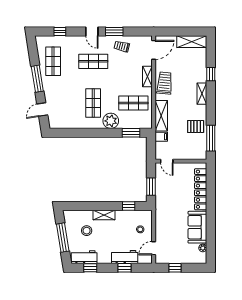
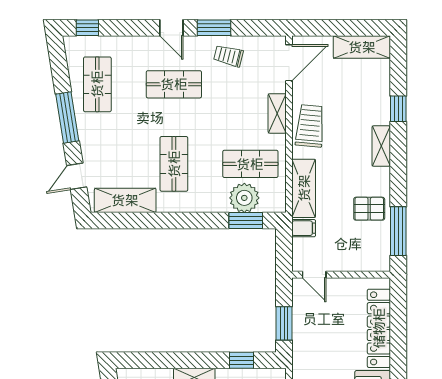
window: (60, 32) -> (87, 28), moved
plant: (111, 121) -> (244, 198), moved
shelving: (68, 122) -> (125, 200), added

